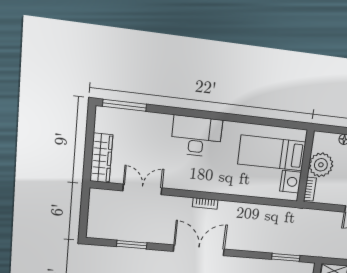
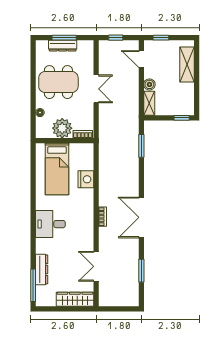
dresser: (145, 119) -> (42, 269), added
desk: (197, 136) -> (50, 224), width x0.73
nightstand: (291, 182) -> (86, 179), moved, turned 90

